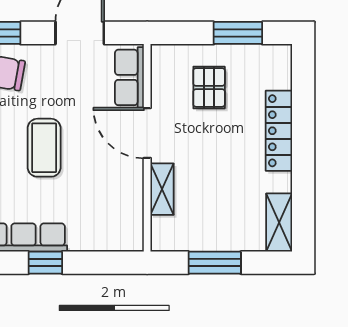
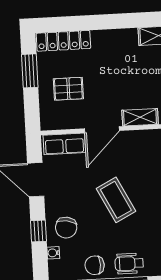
locker: (279, 131) -> (63, 41), moved
coffee table: (44, 148) -> (116, 200), turned 63

